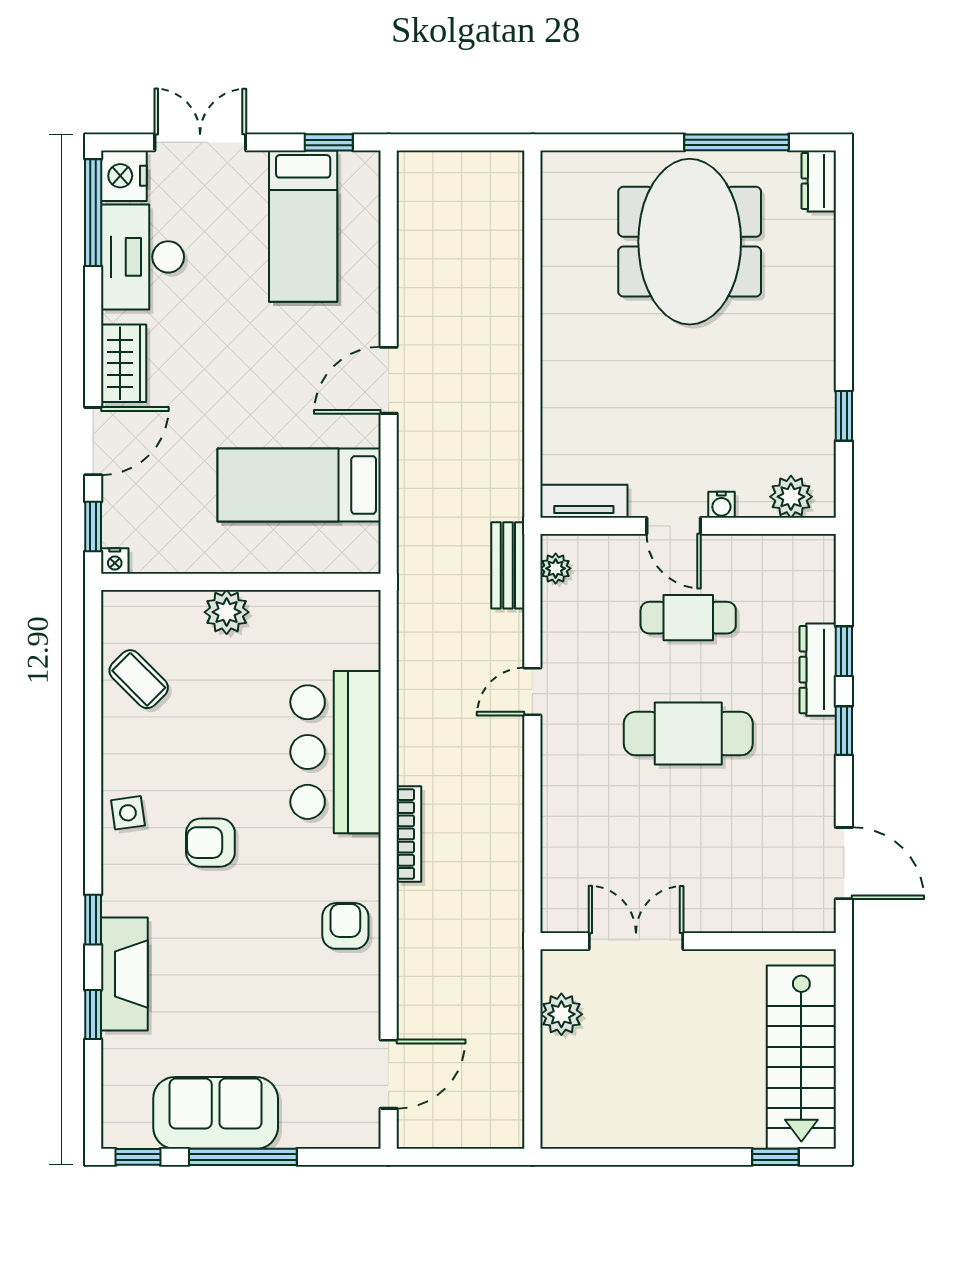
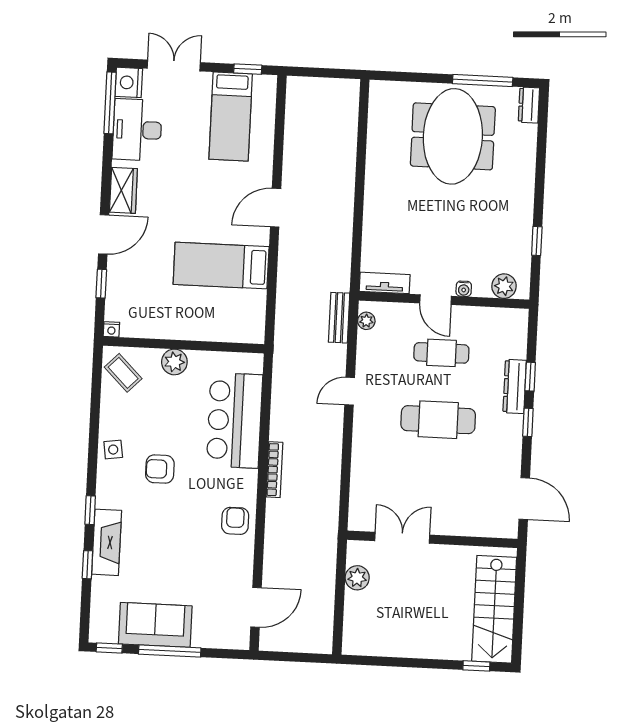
nightstand: (115, 561) -> (111, 329), moved
wall: (241, 582) -> (184, 345), moved
plant: (227, 612) -> (174, 362), moved

